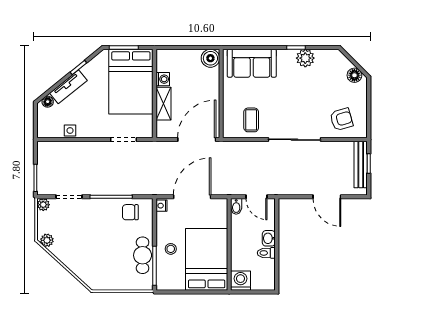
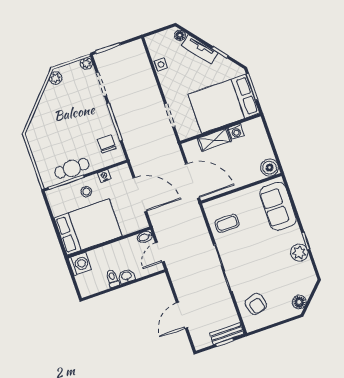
bench: (361, 164) -> (227, 333), width x0.73
nightstand: (161, 206) -> (104, 176), moved

